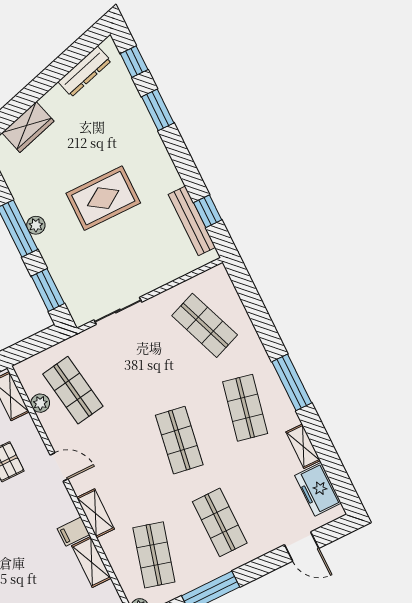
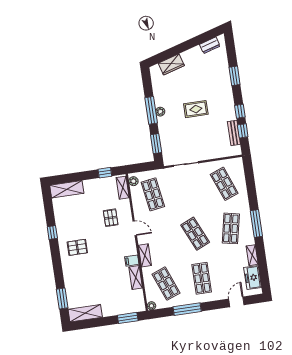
window: (134, 62) -> (240, 111), moved
dresser: (84, 71) -> (210, 45), width x0.70
rug: (103, 198) -> (196, 109), width x0.73, depth x0.70
bench: (192, 221) -> (234, 133), width x0.73
plant: (40, 403) -> (133, 181), moved
shop shelf: (179, 440) -> (195, 234), turned -33
door: (302, 547) -> (236, 302), swing flipped
shop shelf: (154, 555) -> (166, 284), turned -36

